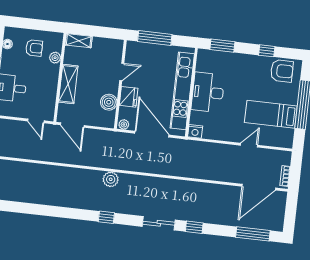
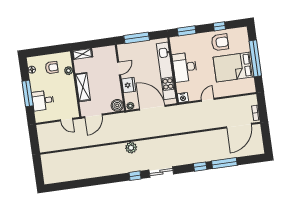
armchair: (282, 71) -> (220, 42), moved
boiler: (109, 102) -> (117, 105), moved
bed: (271, 114) -> (234, 67), width x1.50
door: (72, 125) -> (93, 116), hinge flipped
door: (249, 145) -> (208, 100), moved
sliding door: (159, 223) -> (161, 172), moved
window: (253, 234) -> (224, 163), moved

